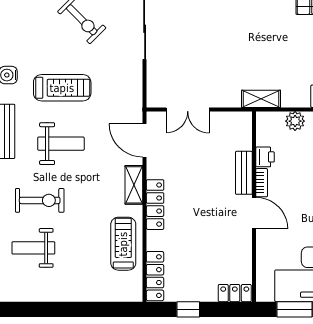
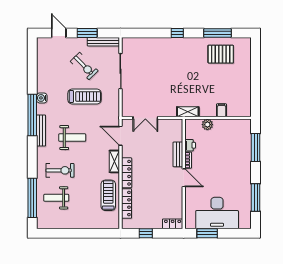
treadmill: (62, 88) -> (85, 96), moved
locker: (155, 276) -> (127, 204), moved

